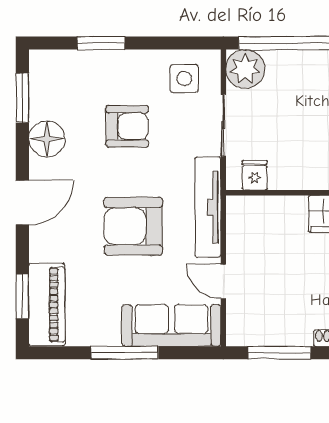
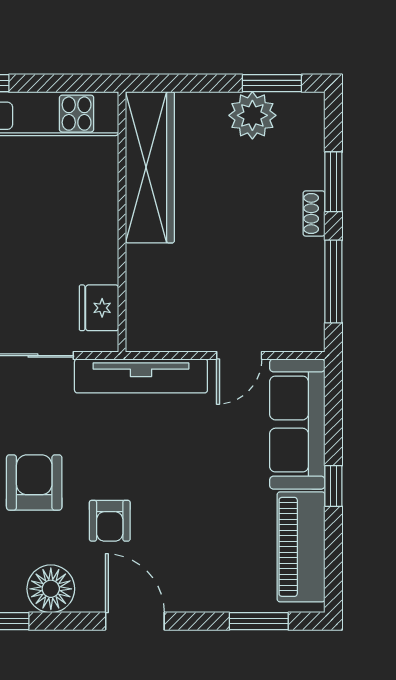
fridge: (255, 175) -> (99, 308), width x1.38
armchair: (133, 226) -> (110, 521), moved, width x0.53, depth x0.53
piano: (47, 305) -> (301, 547), moved, turned -90
window: (125, 353) -> (333, 486), width x0.46

